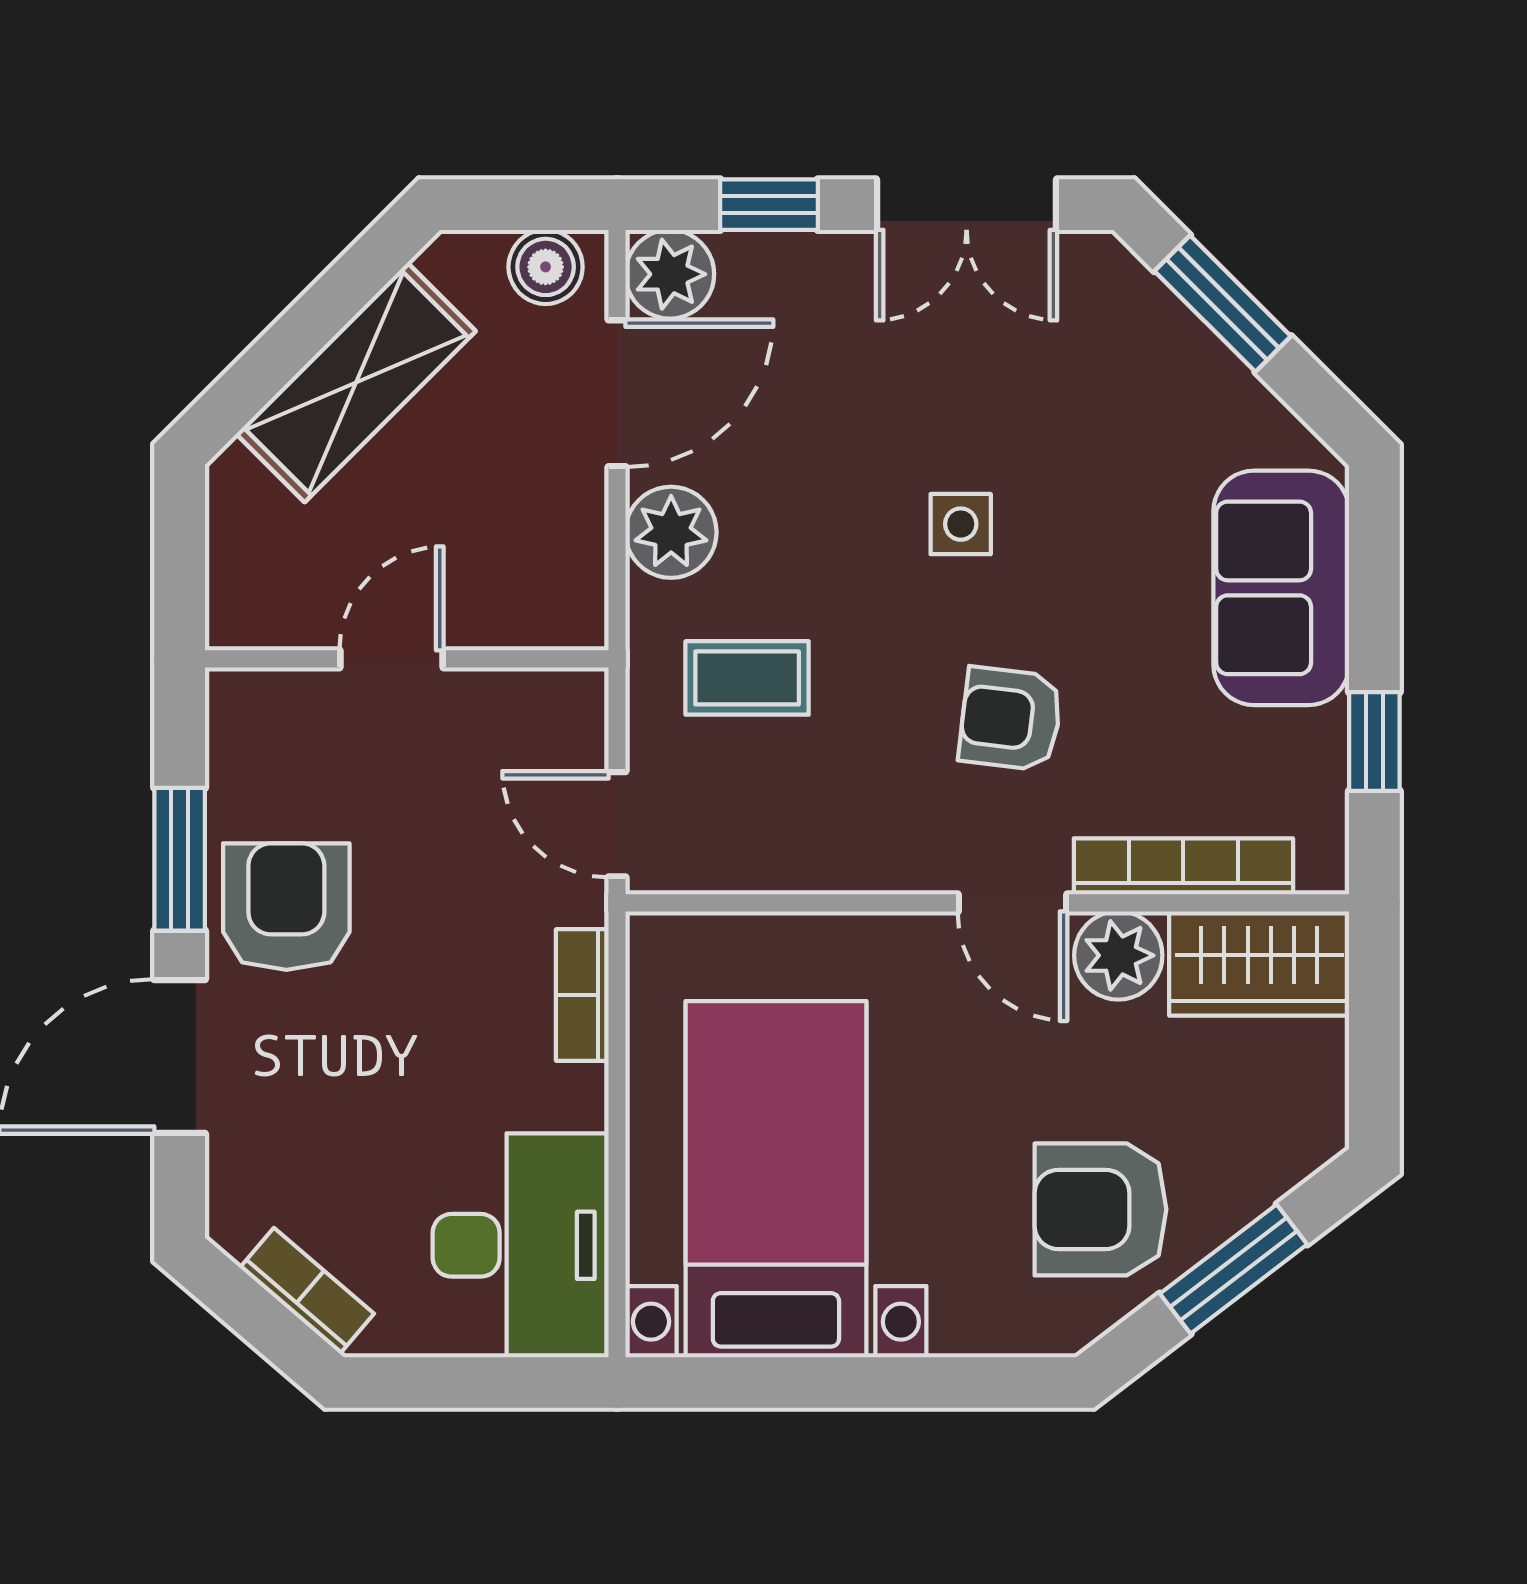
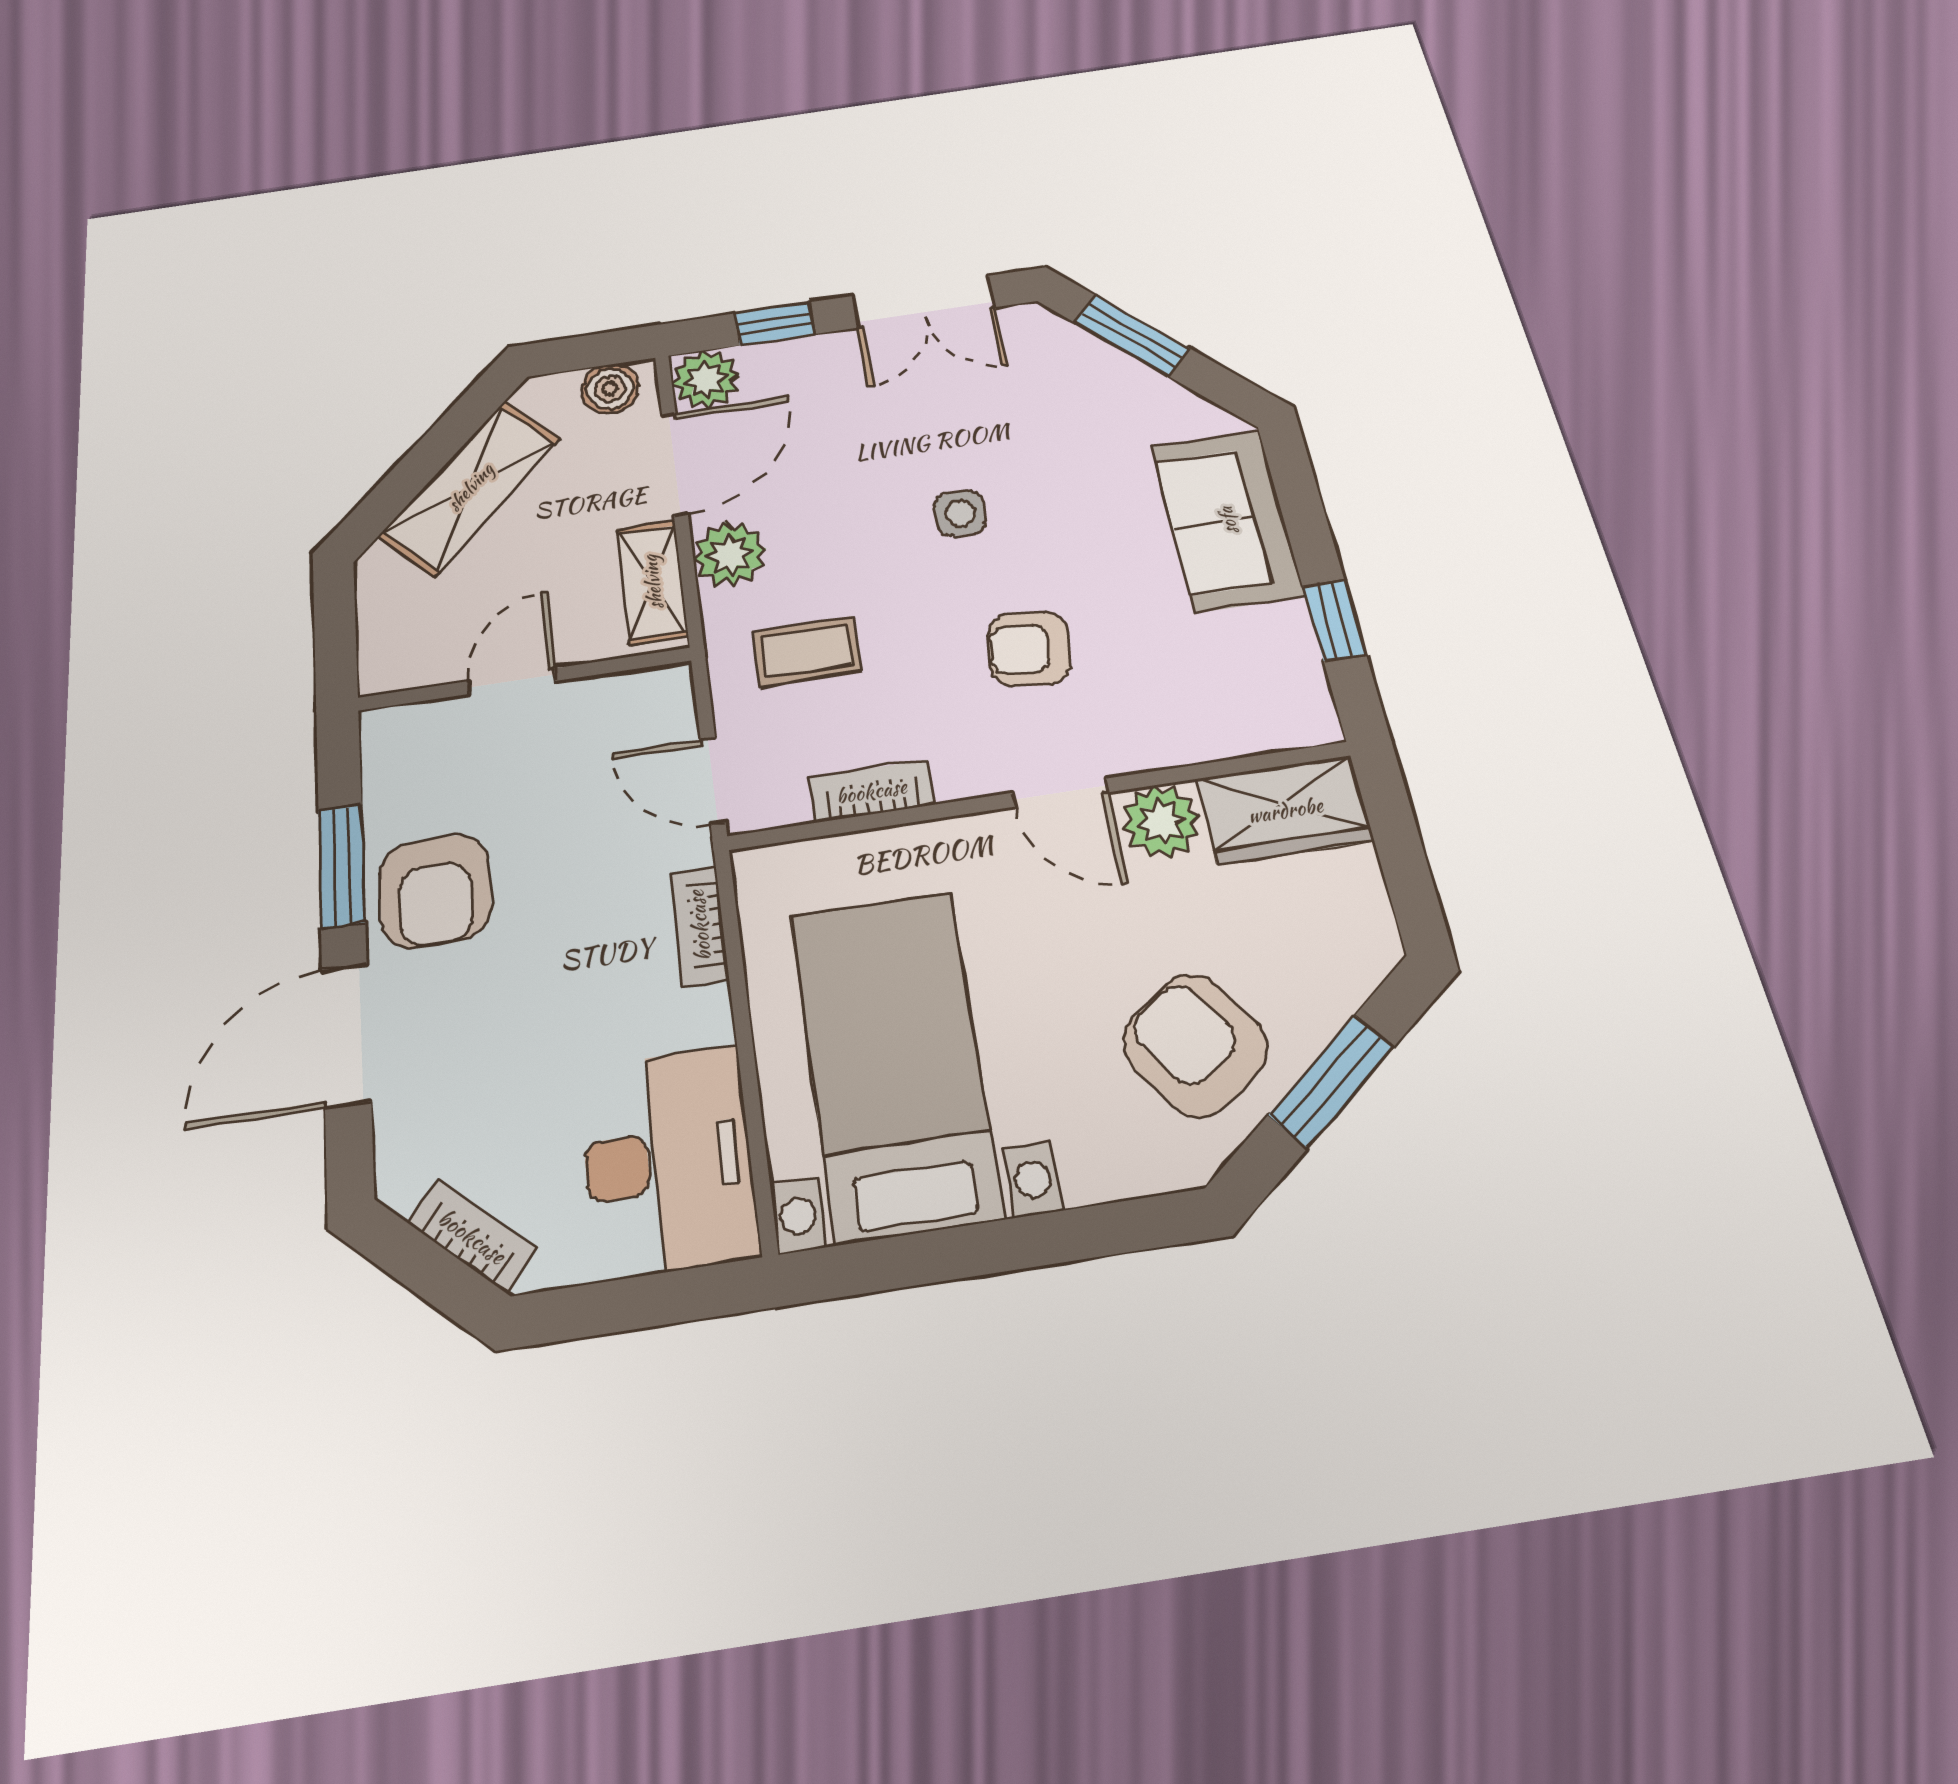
shelving: (572, 555) -> (652, 582), added
bookcase: (1183, 866) -> (871, 791), moved, width x0.64
armchair: (286, 907) -> (435, 891), turned 180
armchair: (1100, 1209) -> (1196, 1045), turned 55

